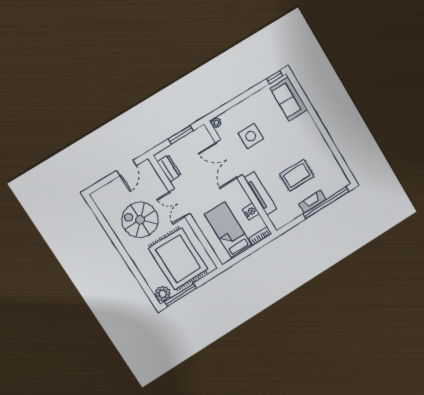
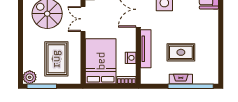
bed: (228, 230) -> (101, 61), width x1.50
rug: (178, 259) -> (56, 59), width x0.73, depth x0.69

